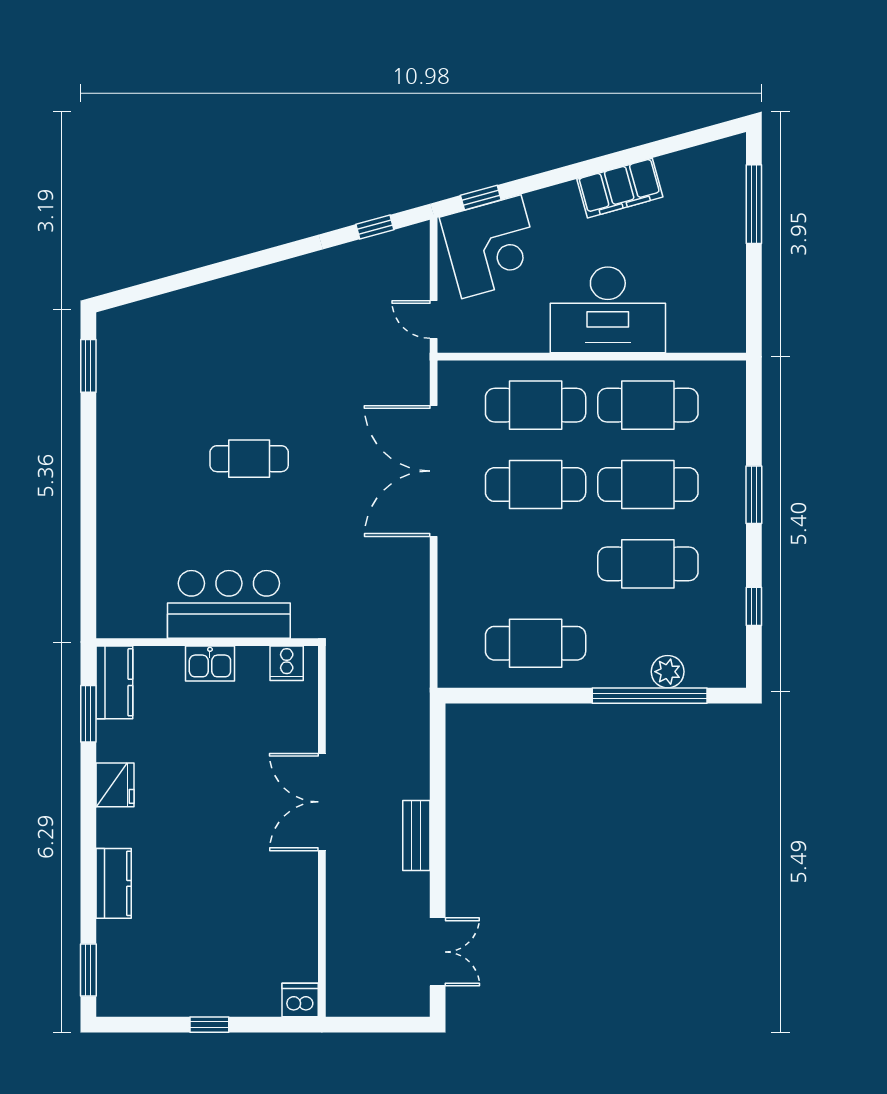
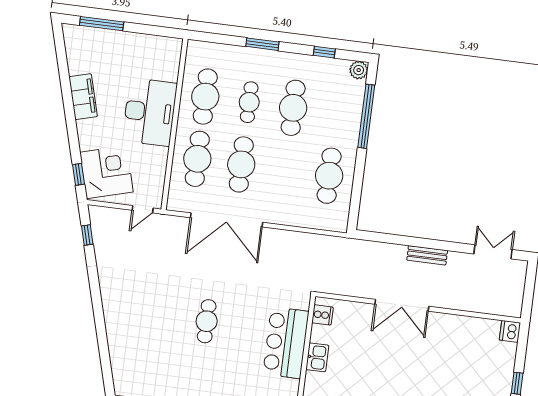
cafe table: (648, 485) -> (249, 102), width x0.73, depth x0.74
plant: (668, 672) -> (359, 70), moved

